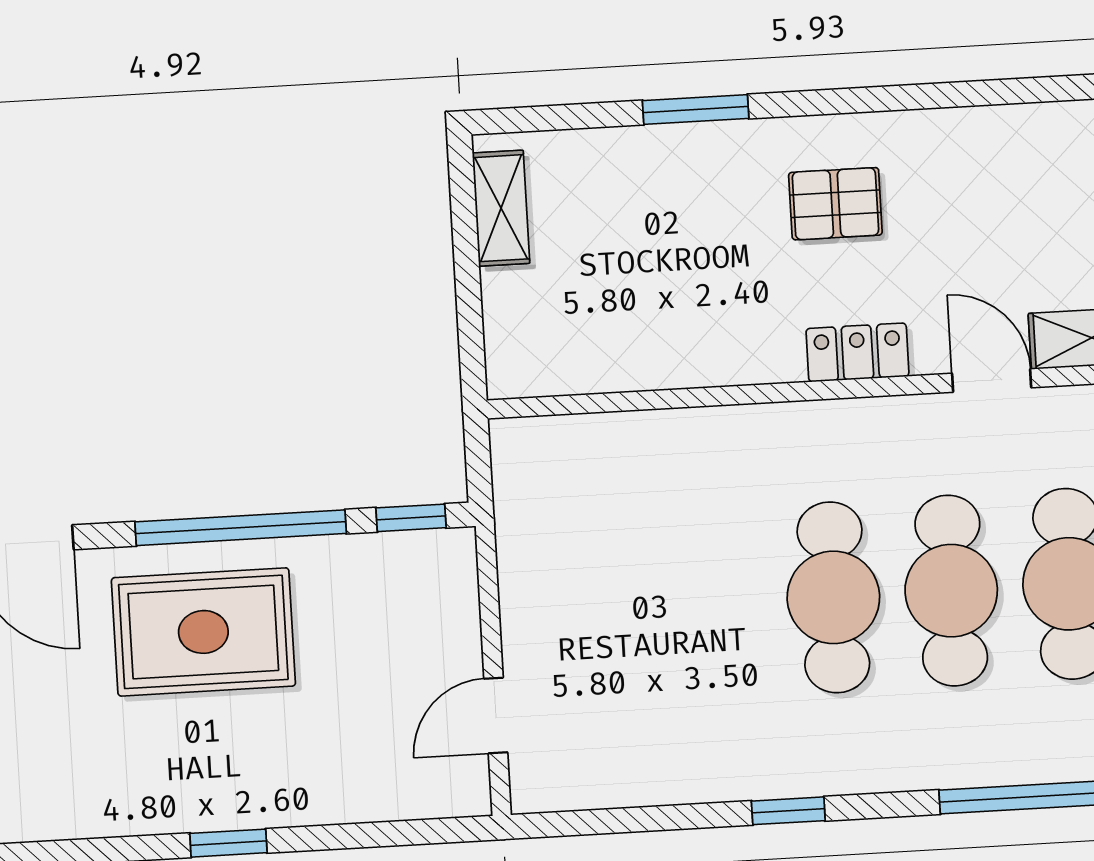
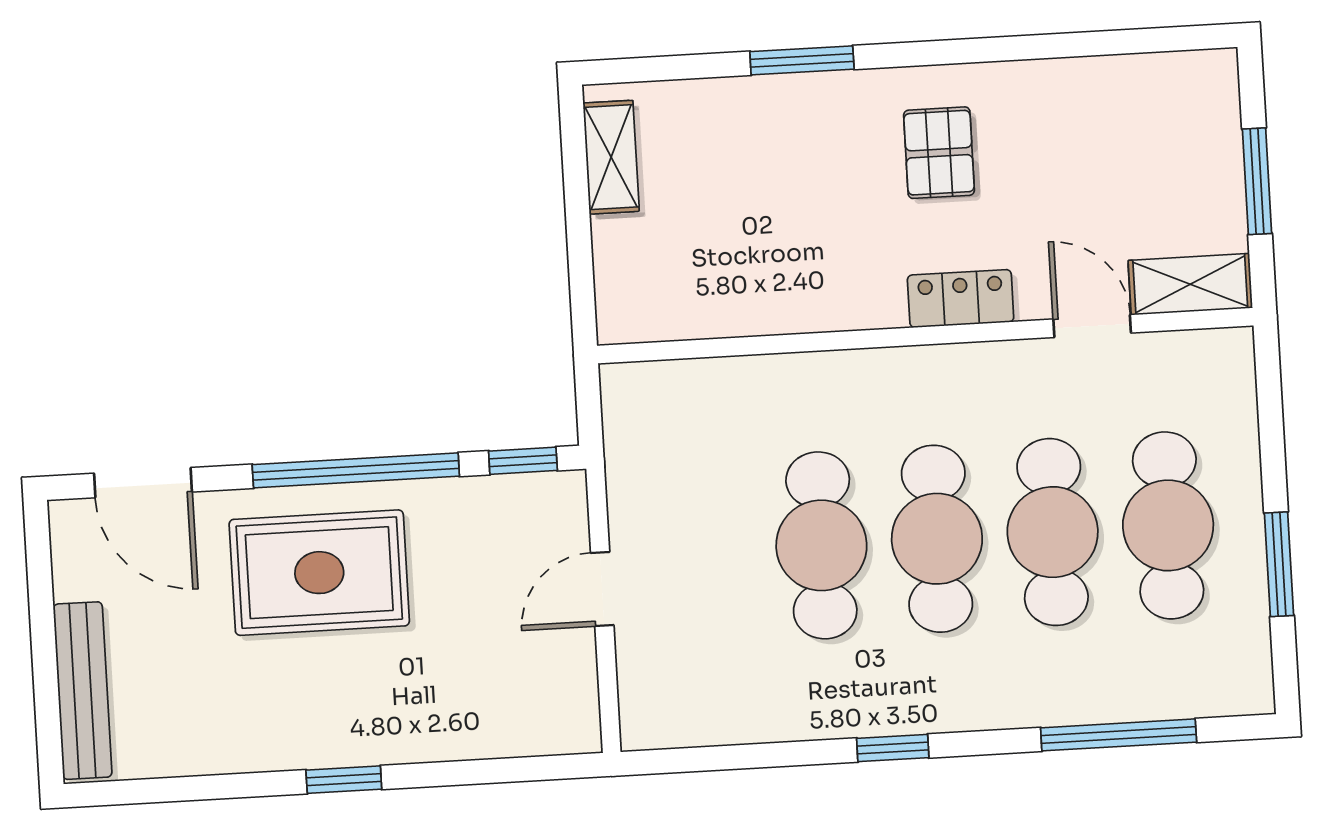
pallet: (835, 204) -> (939, 153), turned 90
cafe table: (716, 604) -> (821, 545), added
door: (496, 715) -> (602, 589), moved

